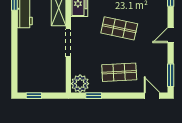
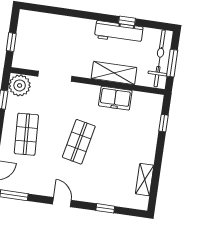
doorway: (68, 43) -> (55, 76), moved
window: (34, 96) -> (11, 42), moved

